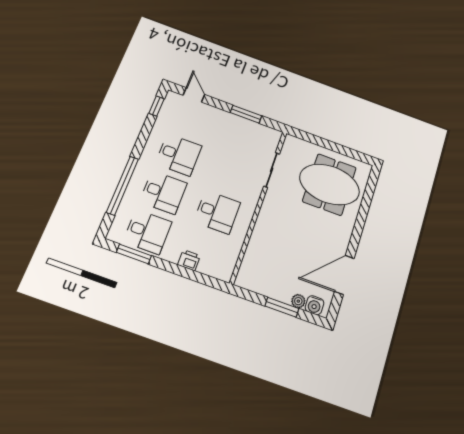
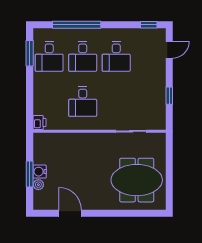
window: (246, 114) -> (169, 96), width x0.67
meeting table: (330, 184) -> (137, 180), turned 90
printer: (189, 260) -> (39, 123), moved
door: (344, 275) -> (70, 213), width x0.73
water cooler: (314, 305) -> (40, 172), moved

